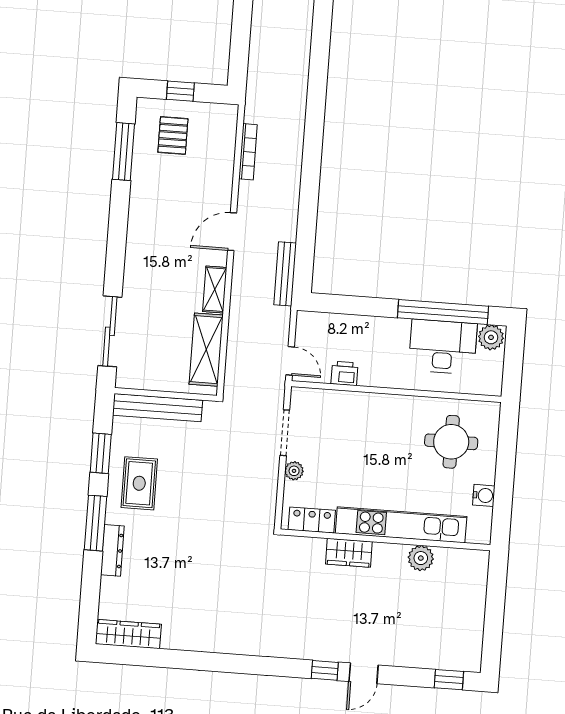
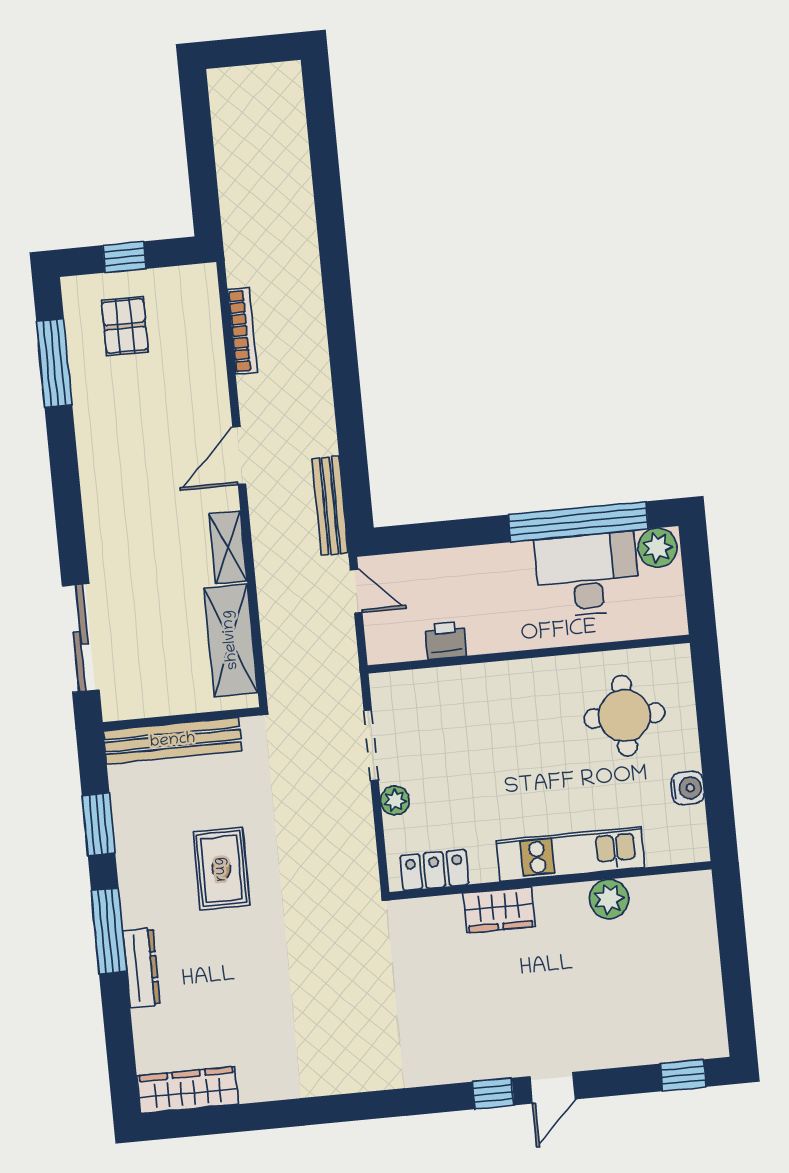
door: (290, 361) -> (356, 591), moved
rug: (139, 483) -> (221, 869), moved
kitchen unit: (401, 525) -> (571, 854), width x0.73

